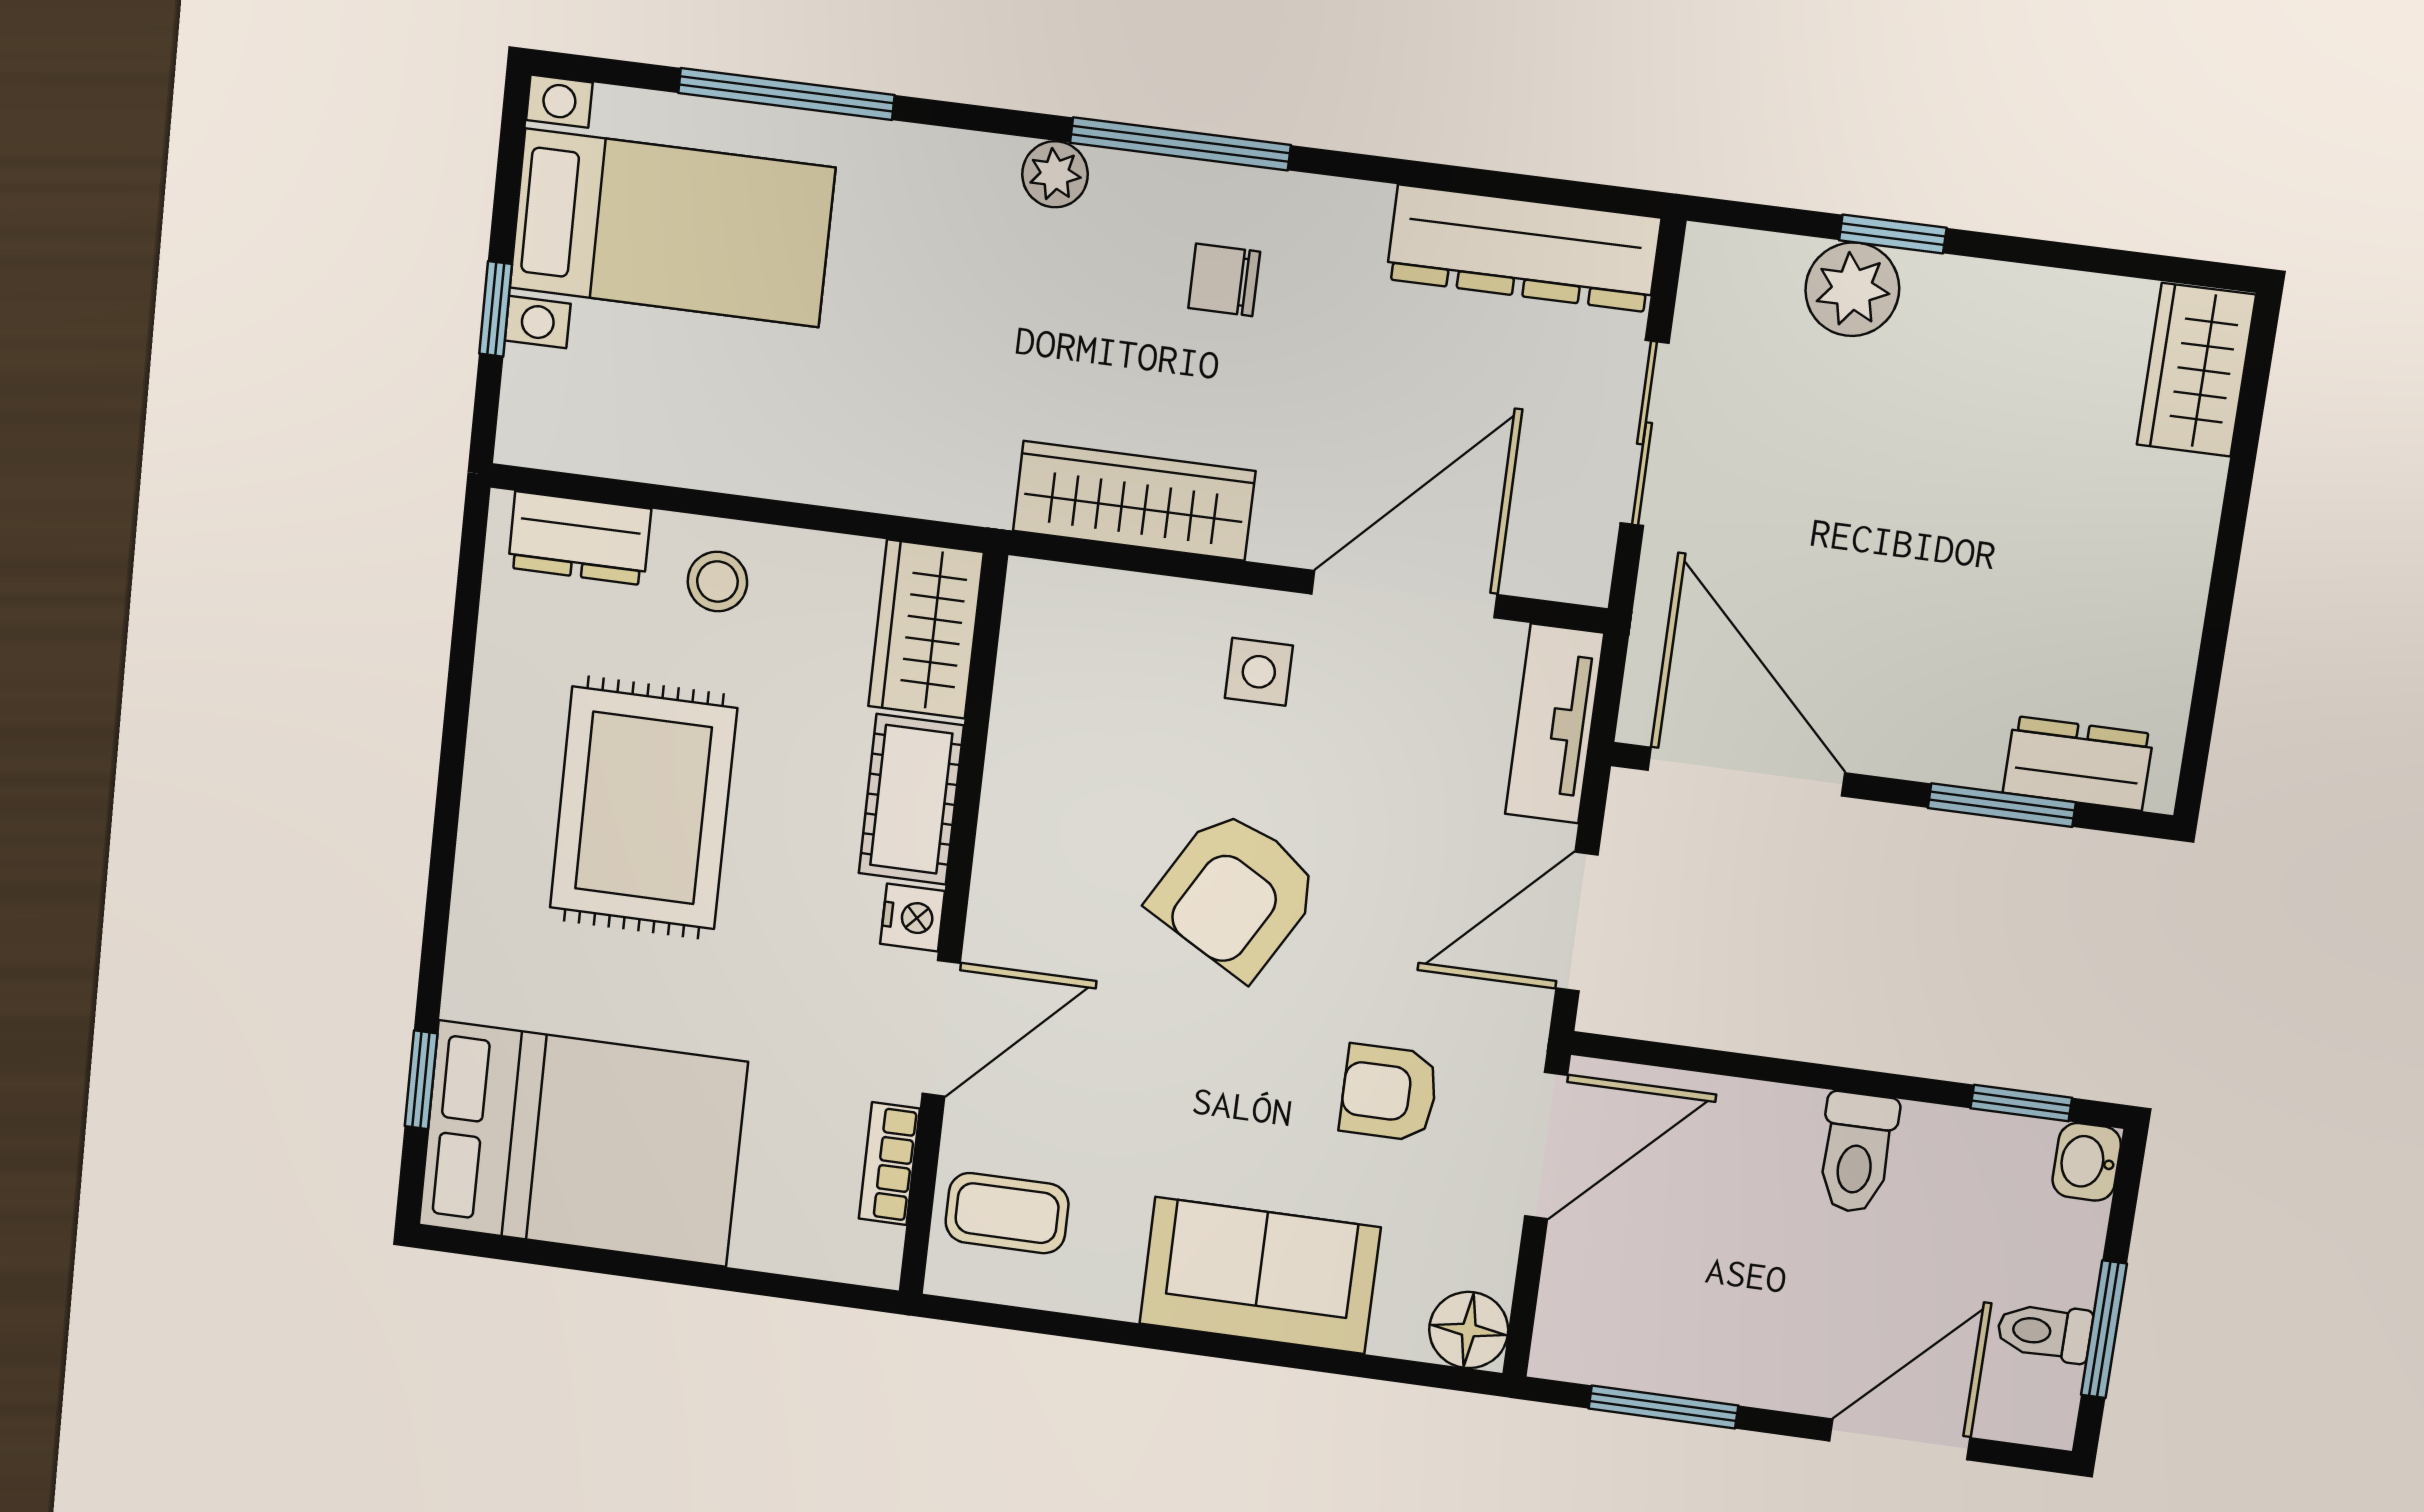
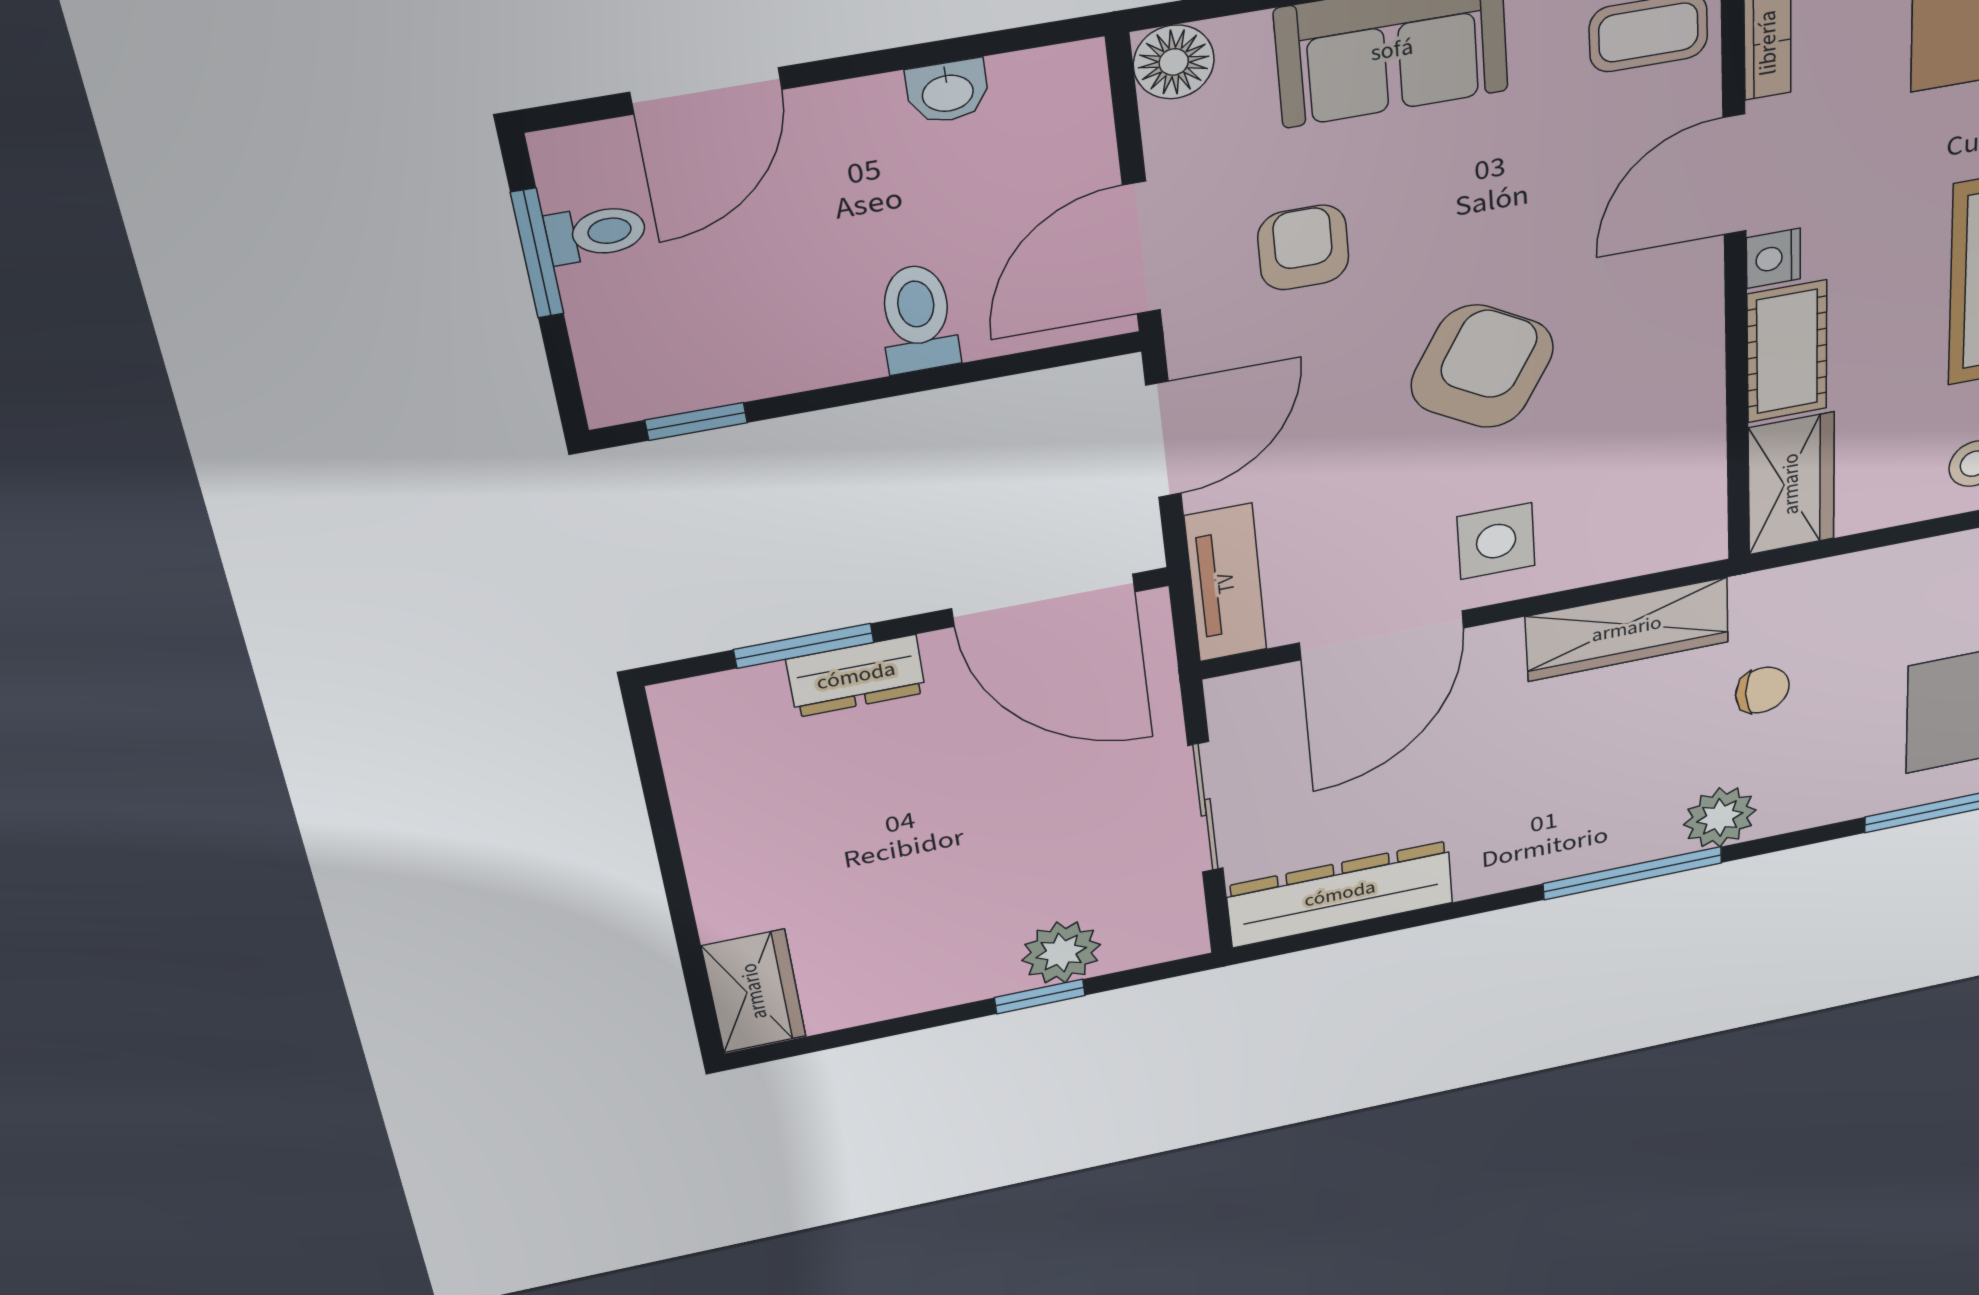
plant: (1055, 174) -> (1720, 817), width x1.38, depth x1.38
chair: (1224, 280) -> (1762, 690), moved
side table: (1259, 672) -> (1496, 541), width x1.37, depth x1.37
dresser: (2078, 763) -> (856, 676), moved
armchair: (1389, 1093) -> (1303, 248), turned -90
toilet: (1857, 1153) -> (918, 318), moved
washbasin: (2087, 1162) -> (948, 92), moved, turned 90
window: (1663, 1407) -> (958, 49), removed

